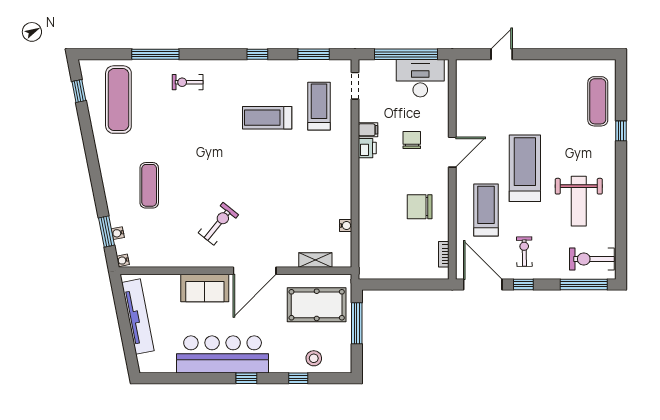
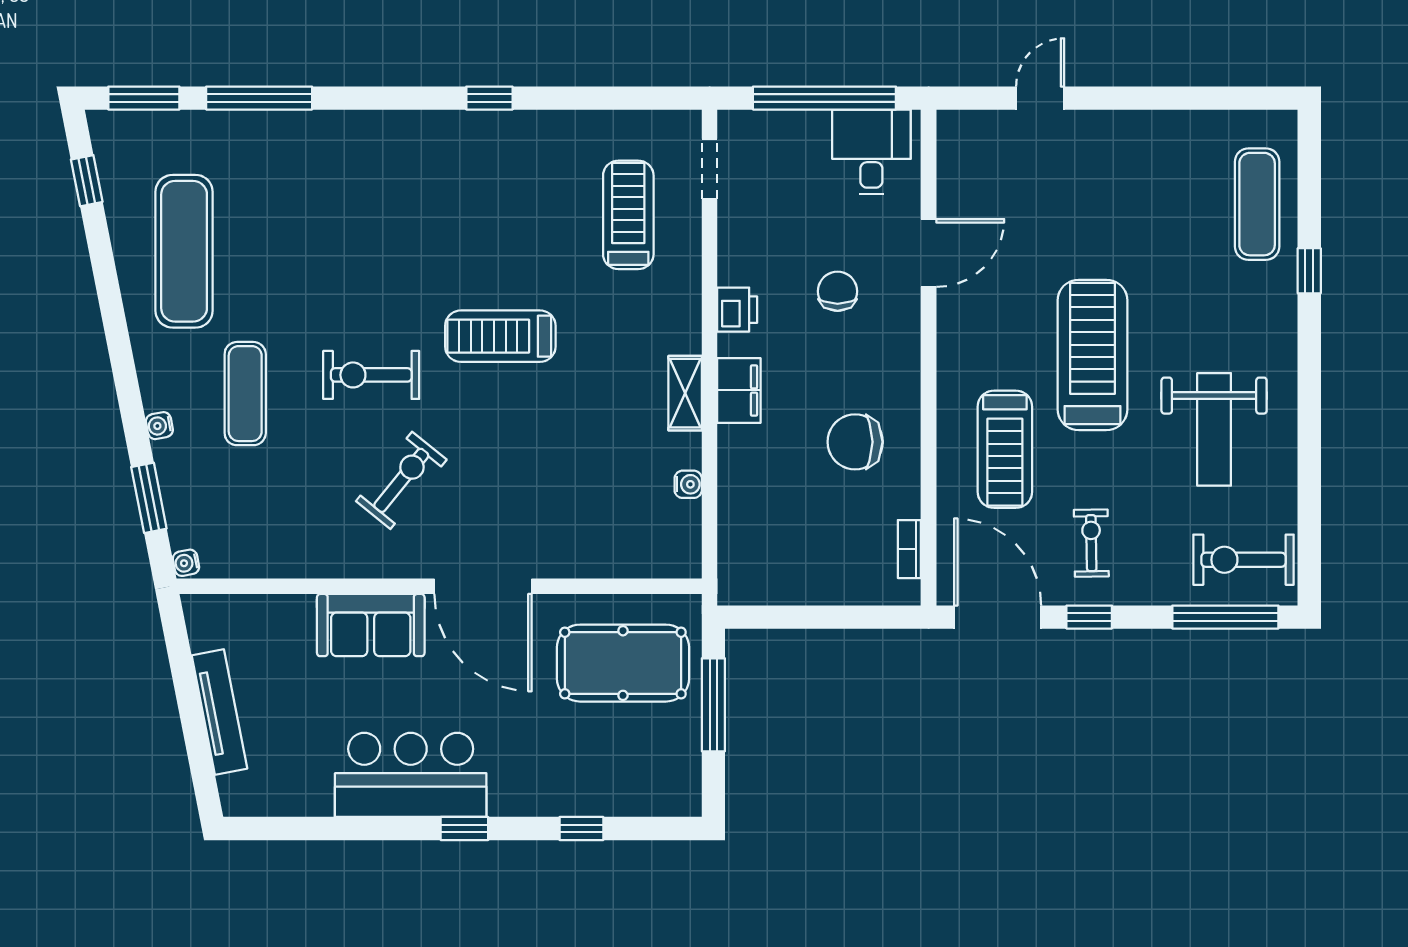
window: (314, 54) -> (144, 98), moved
desk: (420, 78) -> (871, 152), width x0.73
exercise bike: (188, 82) -> (371, 375), moved, width x1.38, depth x1.39
exercise mat: (118, 100) -> (184, 251), moved
treadmill: (267, 118) -> (500, 336), moved
filing cabinet: (368, 130) -> (739, 390), moved, width x2.00
door: (452, 152) -> (929, 253), moved
treadmill: (486, 210) -> (1005, 449), turned 180
water cooler: (118, 233) -> (159, 426), moved
shelving: (315, 260) -> (685, 393), moved, turned 90
door: (255, 271) -> (483, 586), hinge flipped
tv unit: (138, 317) -> (219, 712), width x0.73, depth x0.78
bar counter: (223, 354) -> (411, 775), width x0.73
stool: (314, 358) -> (616, 784), removed

